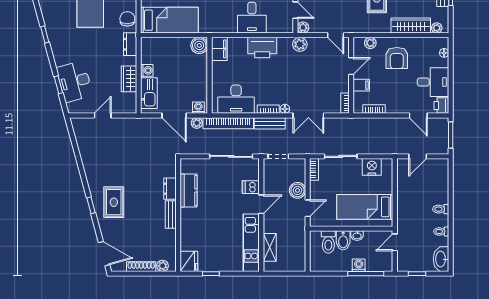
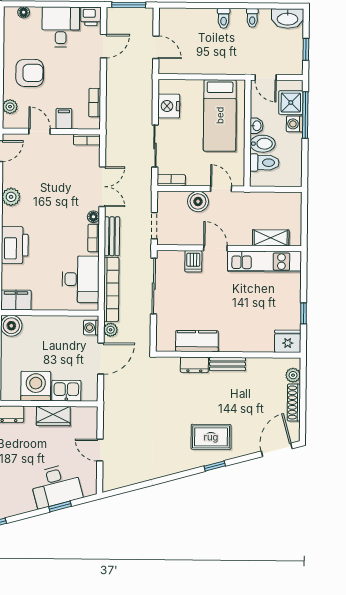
washing machine: (147, 70) -> (36, 386), width x1.89, depth x1.89
kitchen sink: (149, 93) -> (66, 391), width x0.73
shower: (375, 262) -> (291, 103), added

